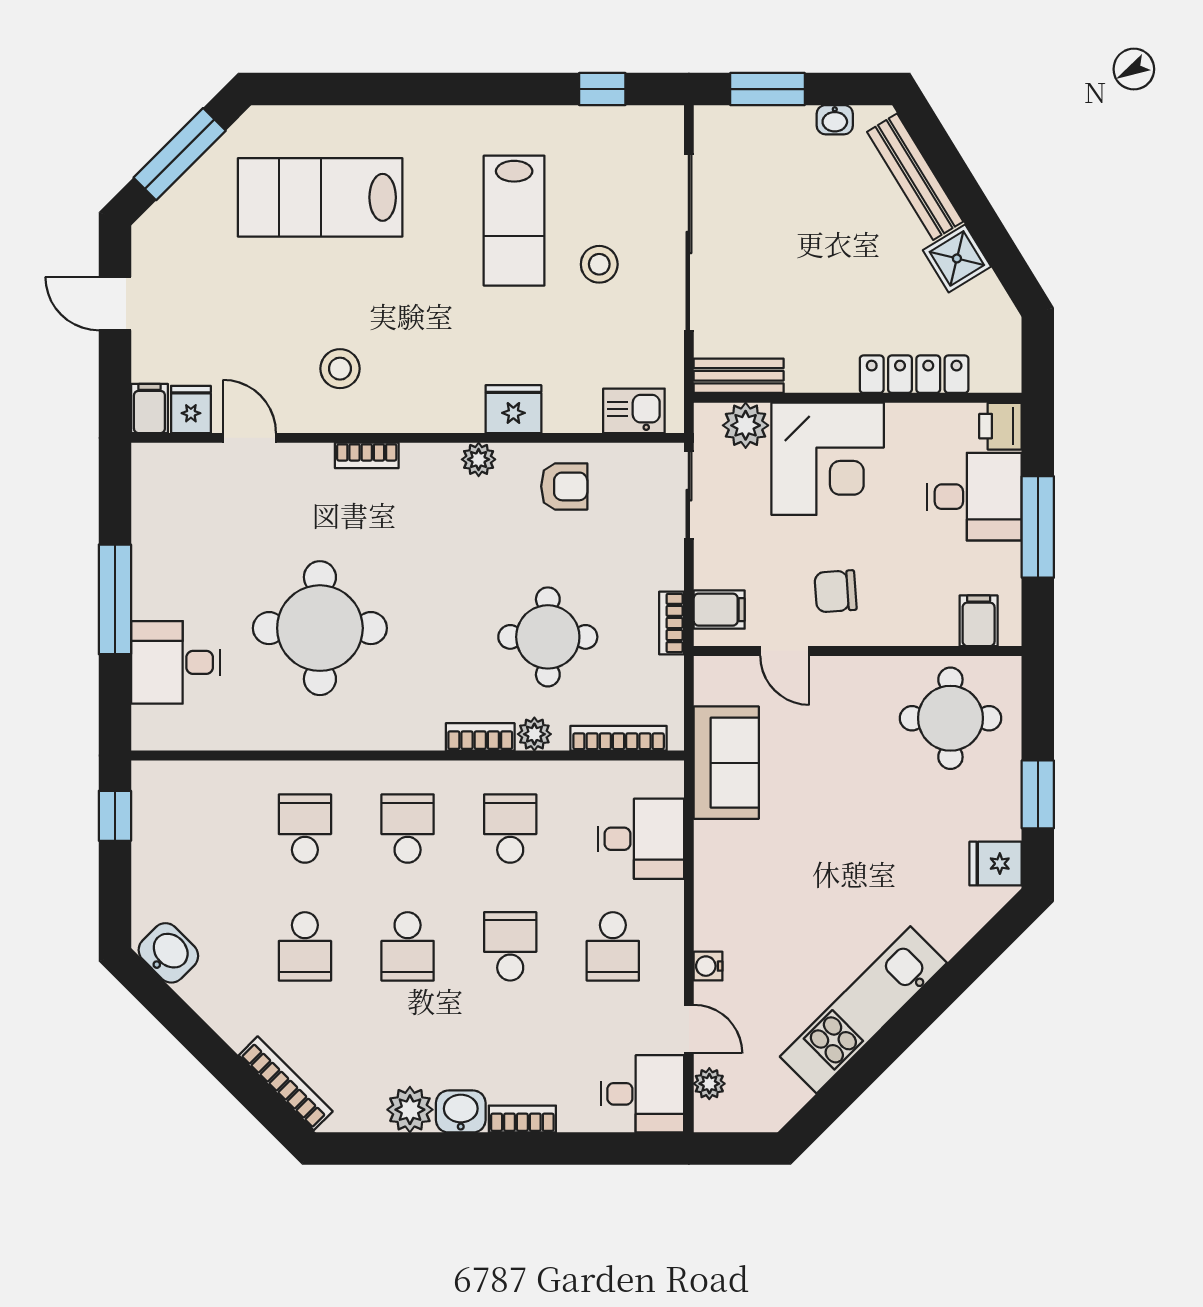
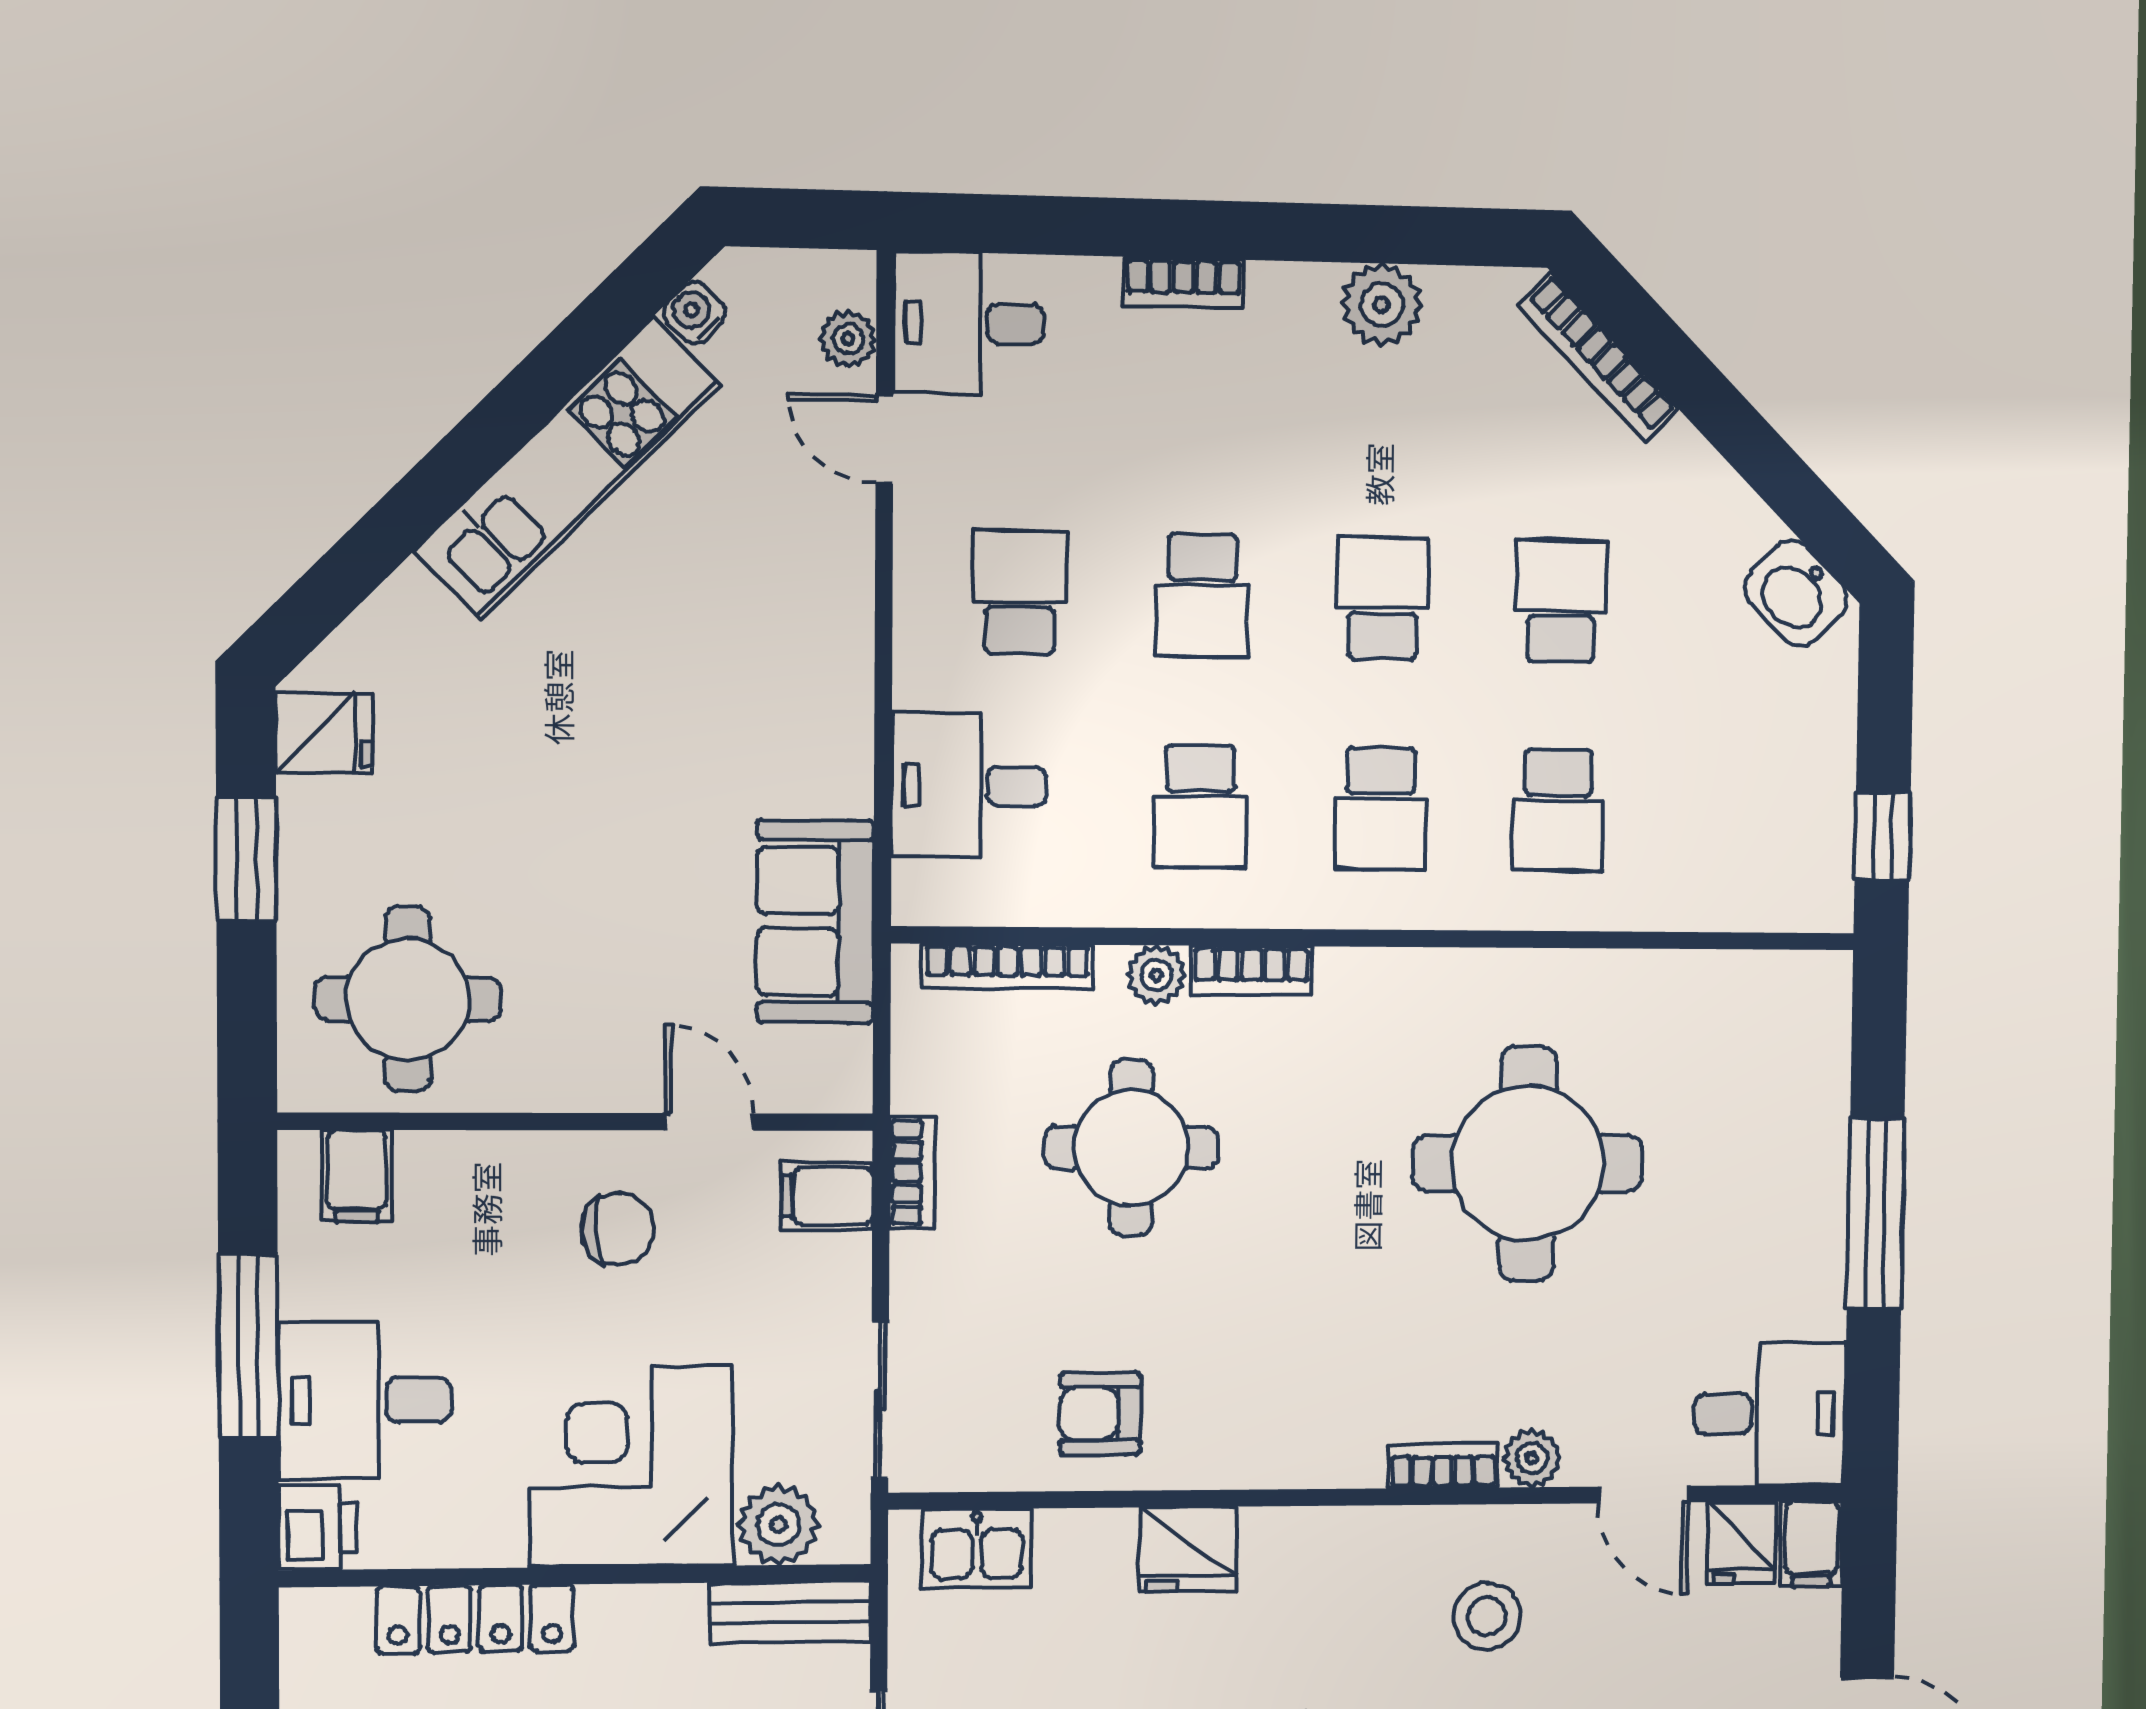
plant: (479, 459) -> (1532, 1458), moved
desk: (176, 662) -> (1770, 1414), moved
water cooler: (708, 966) -> (694, 313), moved, turned -135
washbasin: (461, 1111) -> (1292, 299), removed

